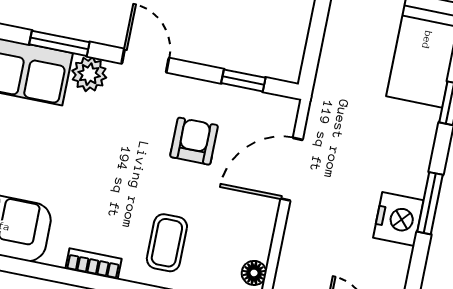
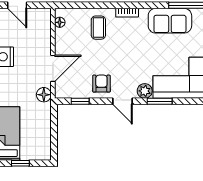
floor lamp: (325, 113) -> (44, 95), added
armchair: (194, 141) -> (101, 84), moved, turned 180

